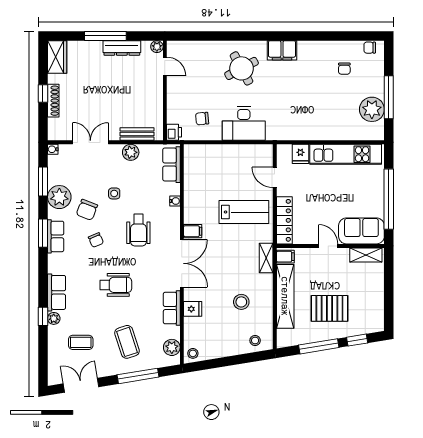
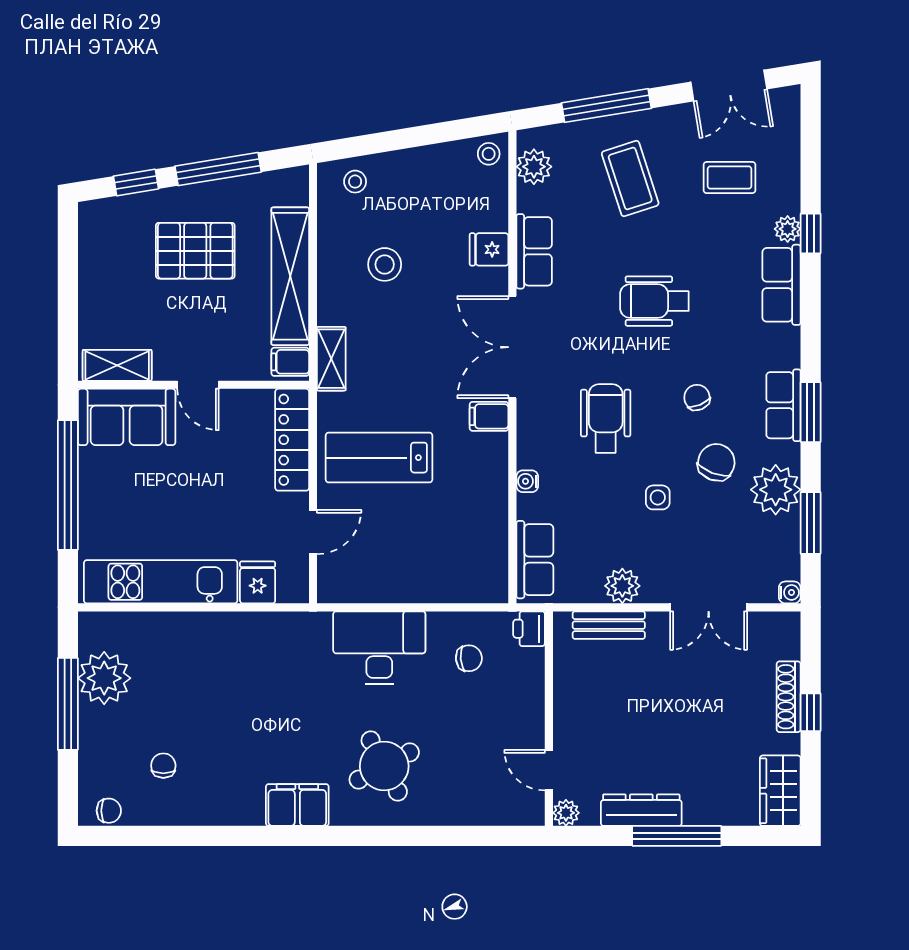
door: (275, 177) -> (313, 532), hinge flipped

